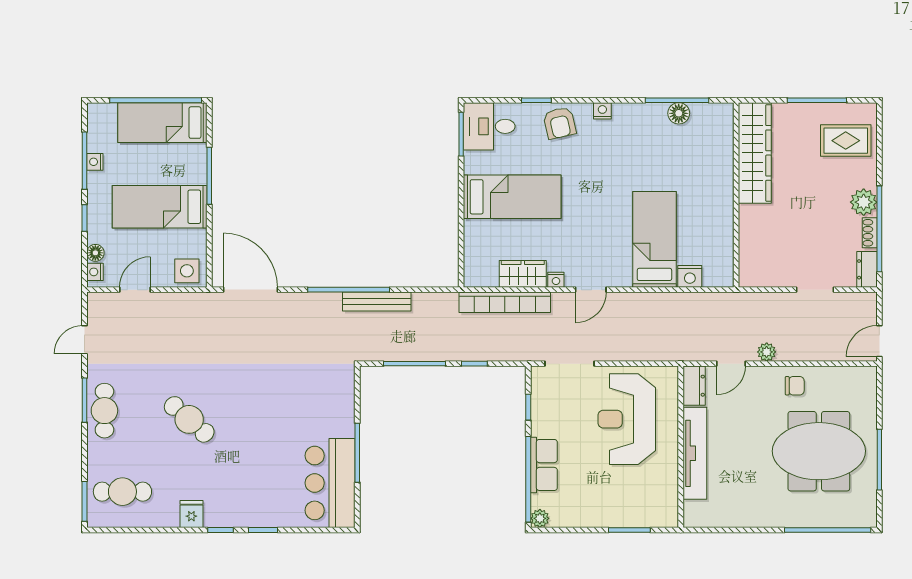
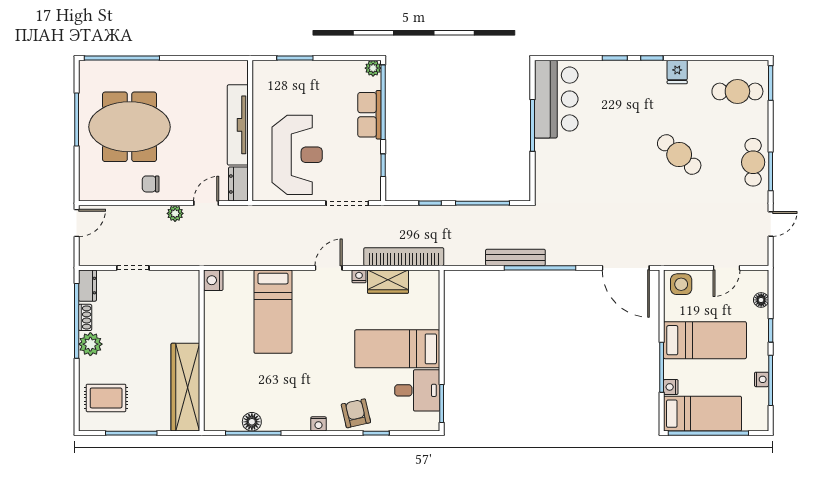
desk: (489, 126) -> (417, 390), moved
nightstand: (95, 272) -> (671, 387), moved, turned 180
nightstand: (690, 276) -> (213, 280), moved, turned -90

